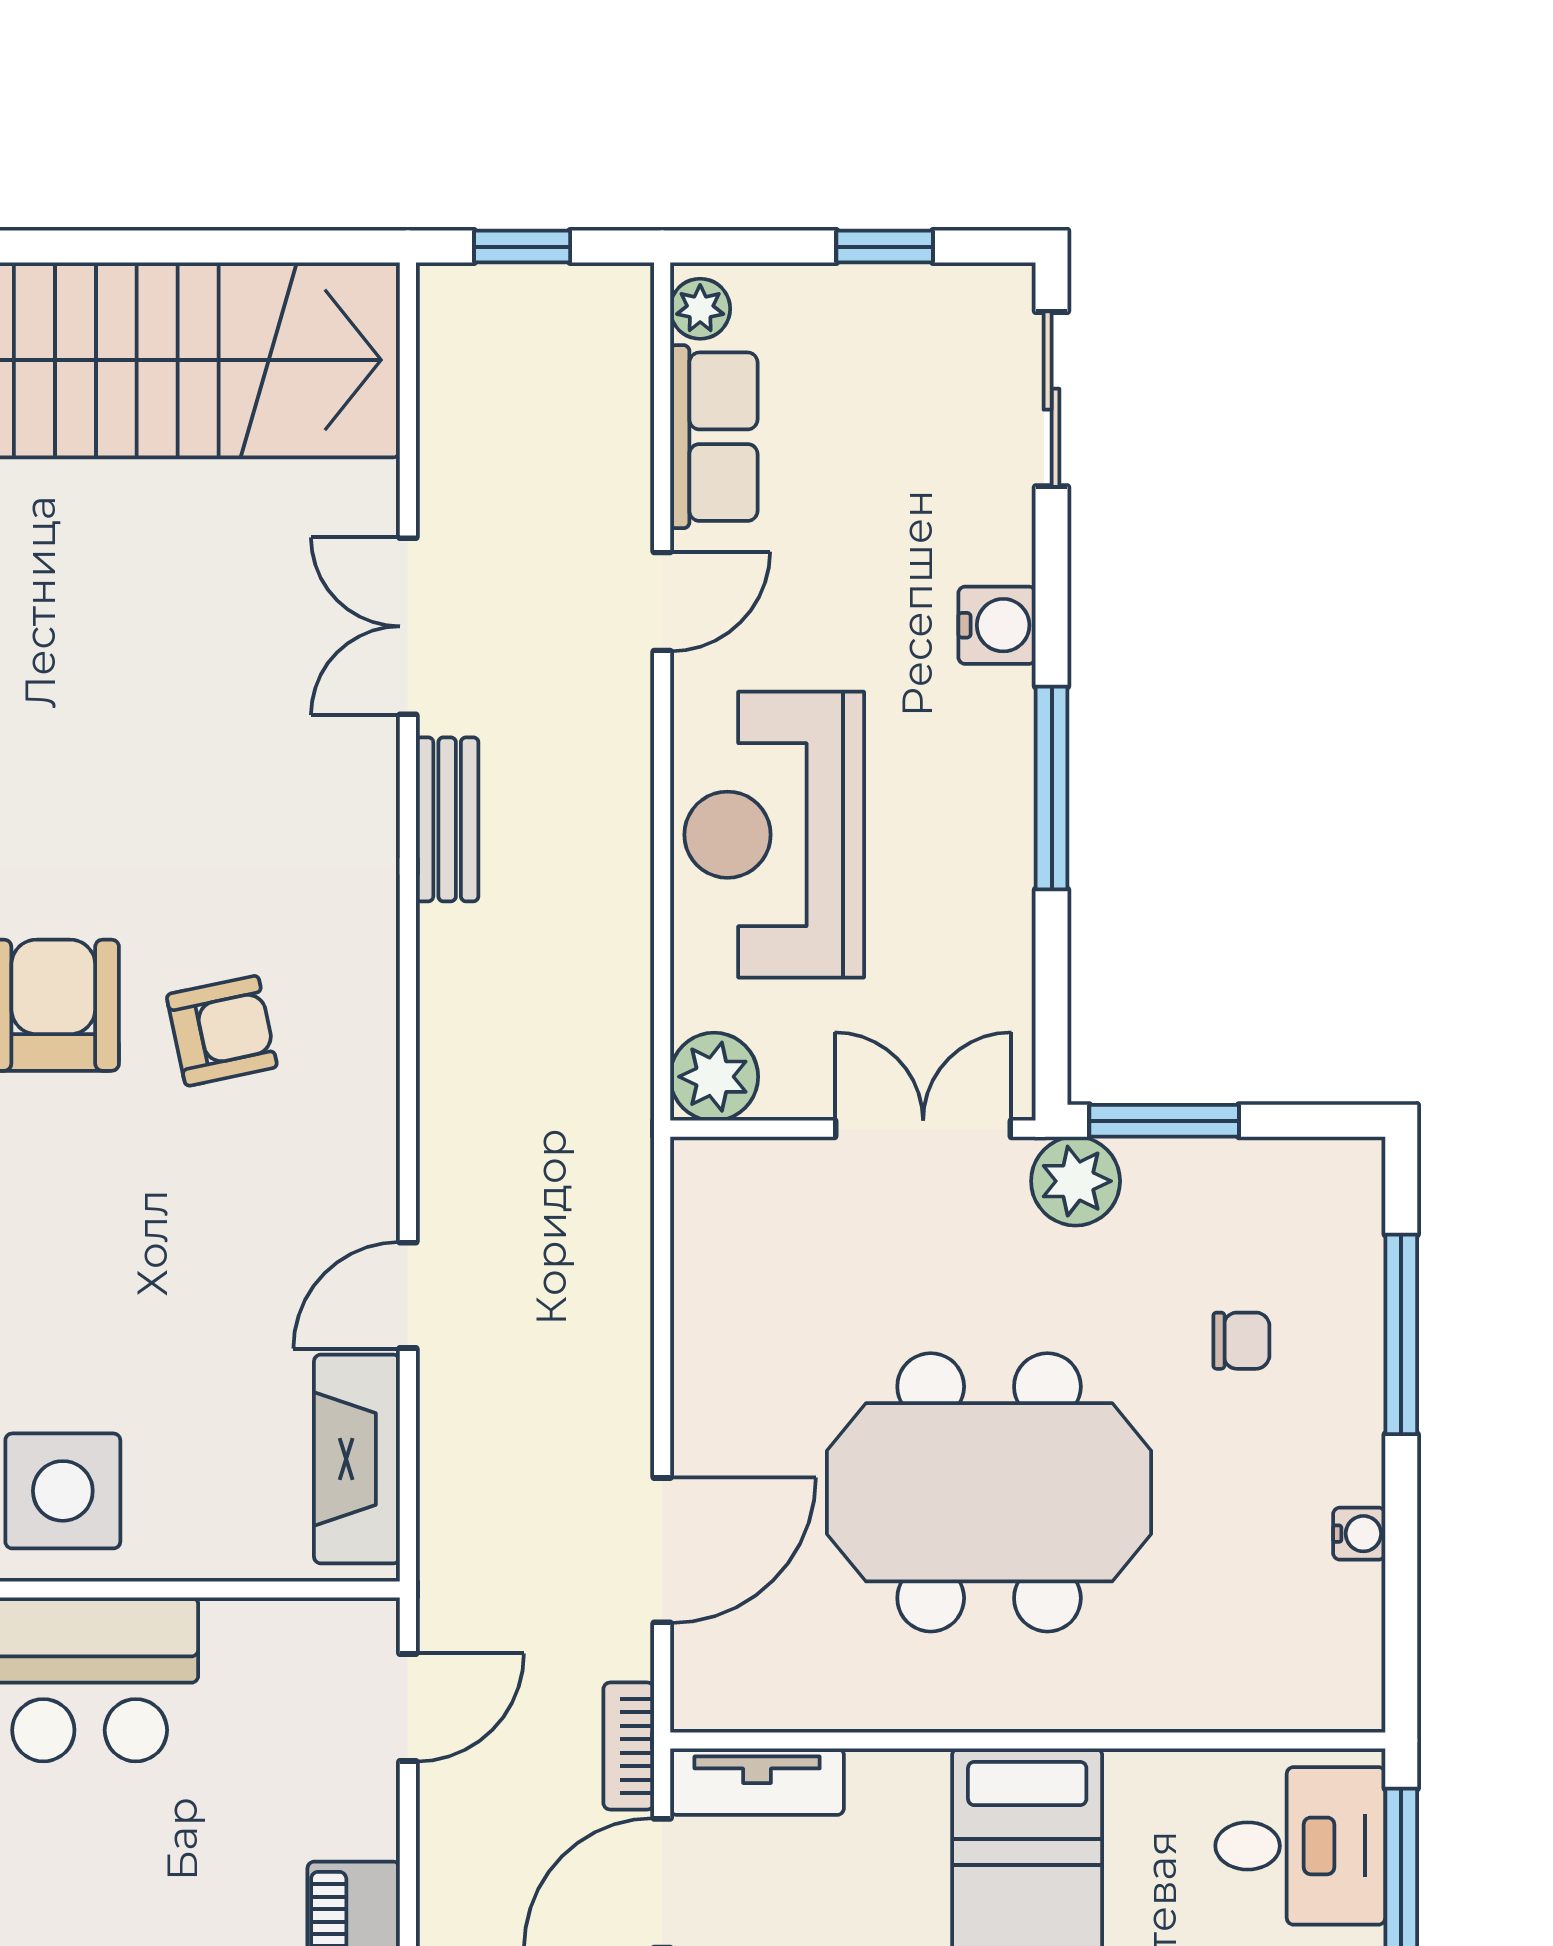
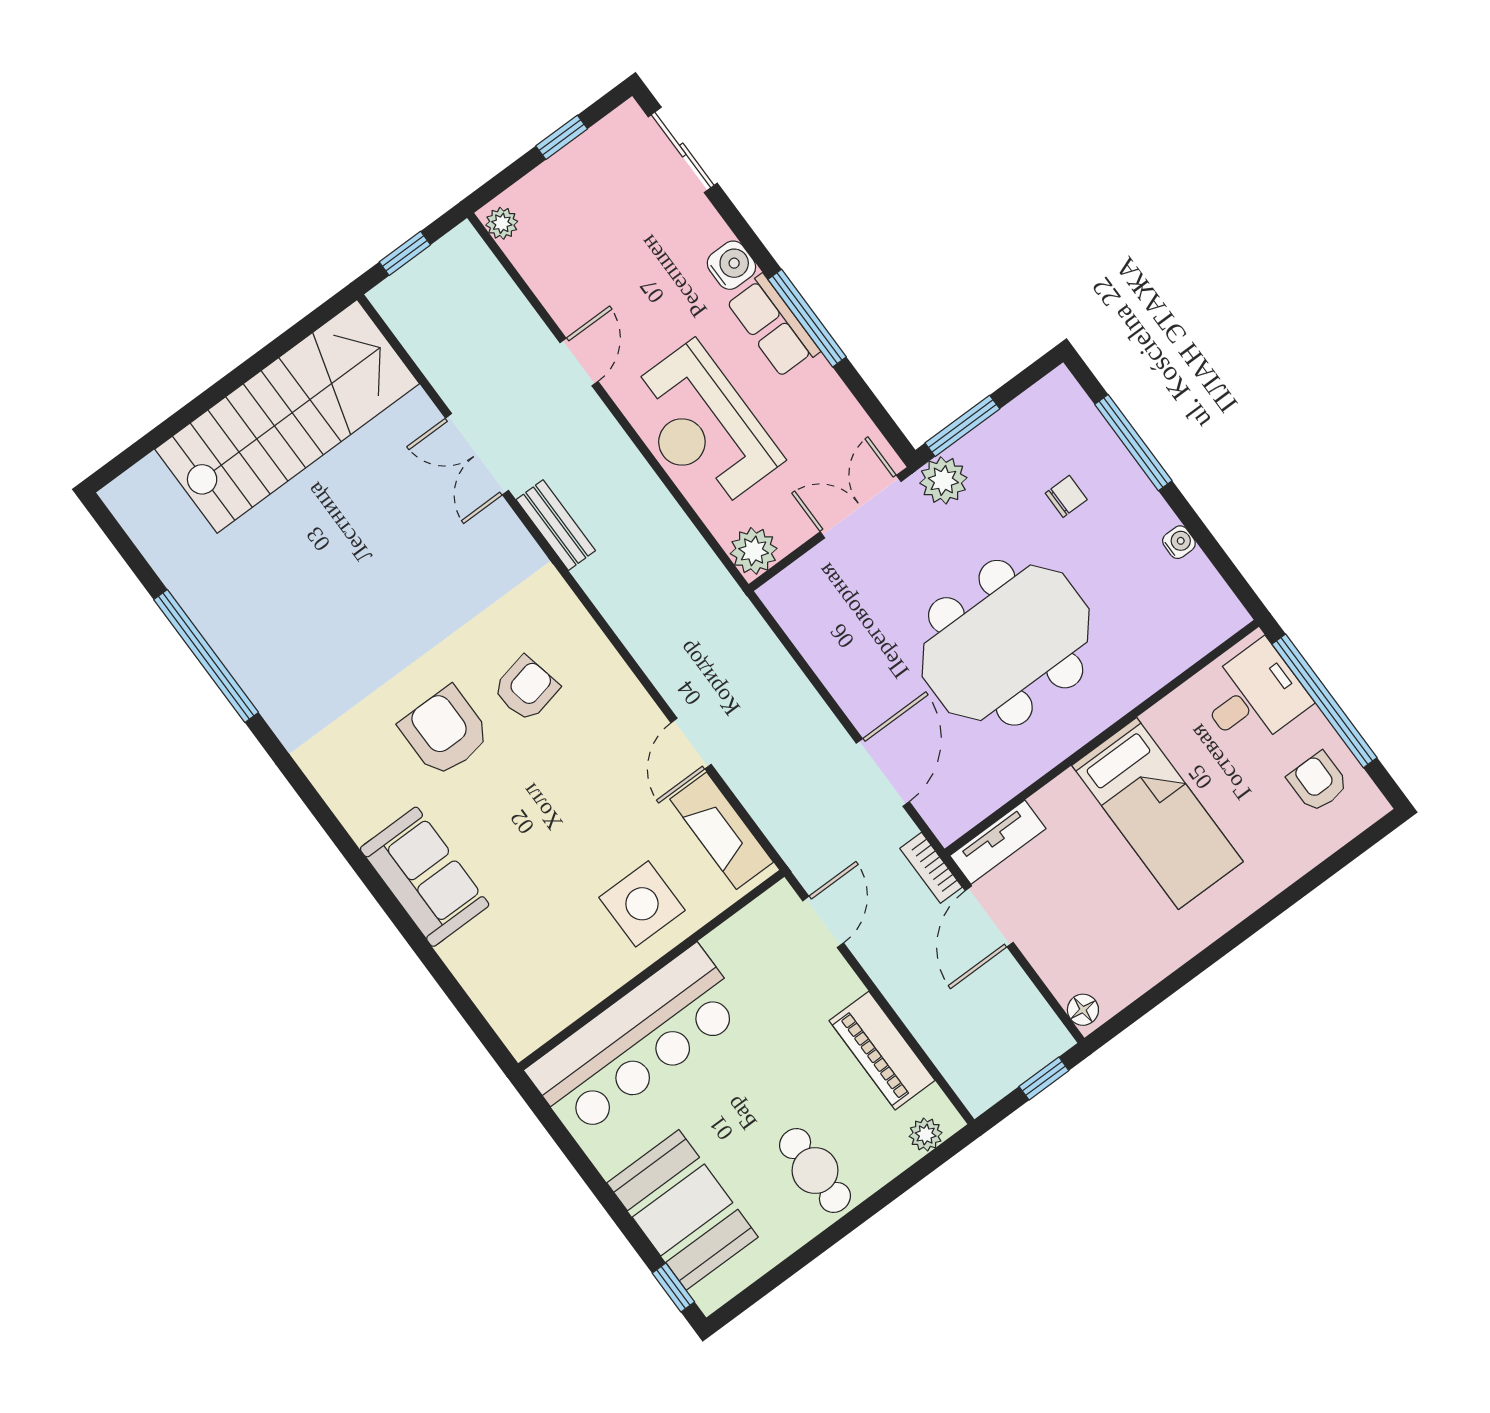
row of seats: (714, 437) -> (773, 326), moved, turned 180
side table: (63, 1491) -> (642, 904), moved

